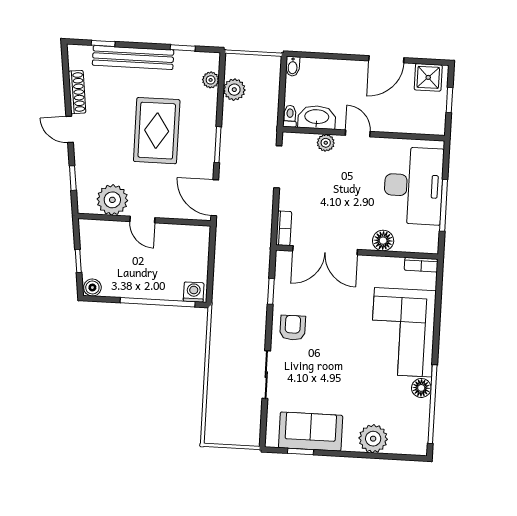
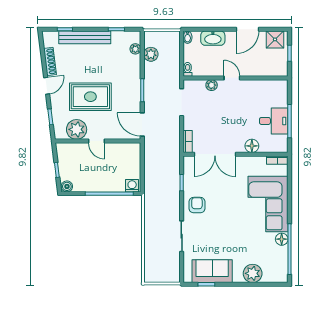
washbasin: (317, 117) -> (213, 38), moved, turned 180
door: (70, 129) -> (47, 86), swing flipped
rug: (157, 131) -> (90, 97), moved, turned 90
desk: (414, 186) -> (274, 121), width x0.53, depth x0.77

